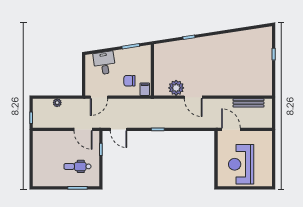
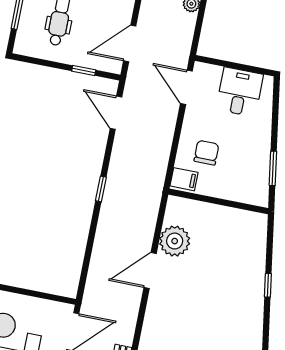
desk: (104, 63) -> (240, 92), moved, turned -81
door: (119, 129) -> (116, 113), hinge flipped

